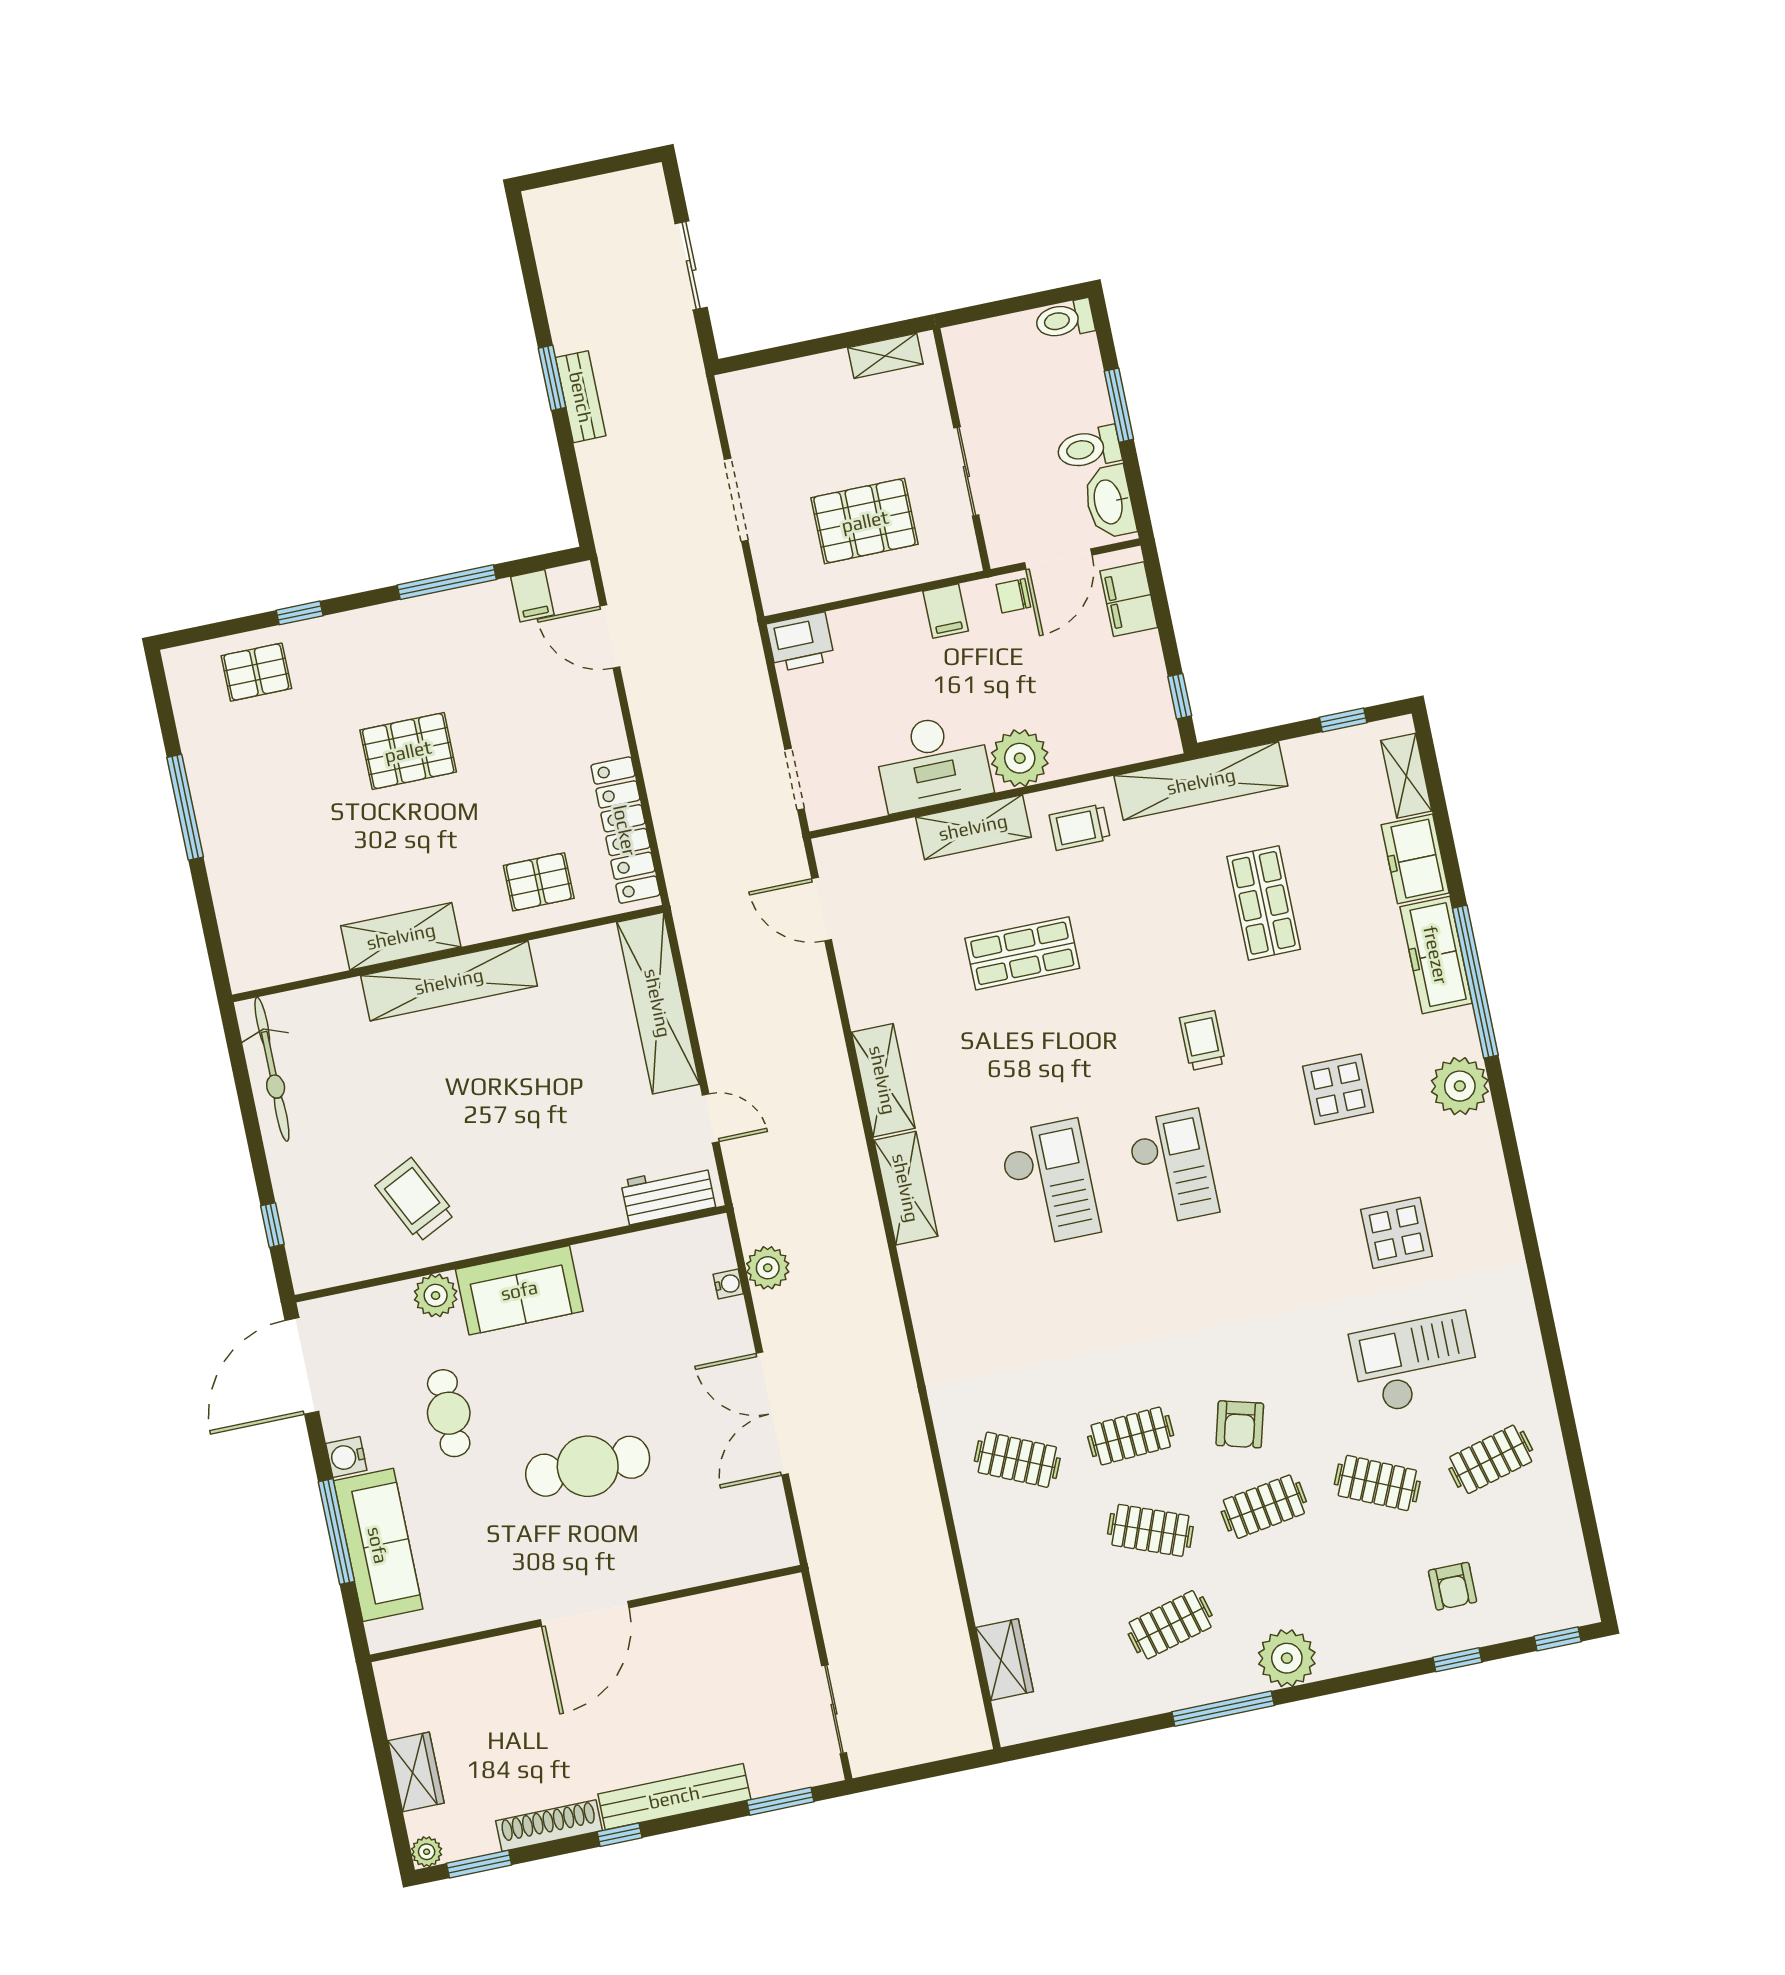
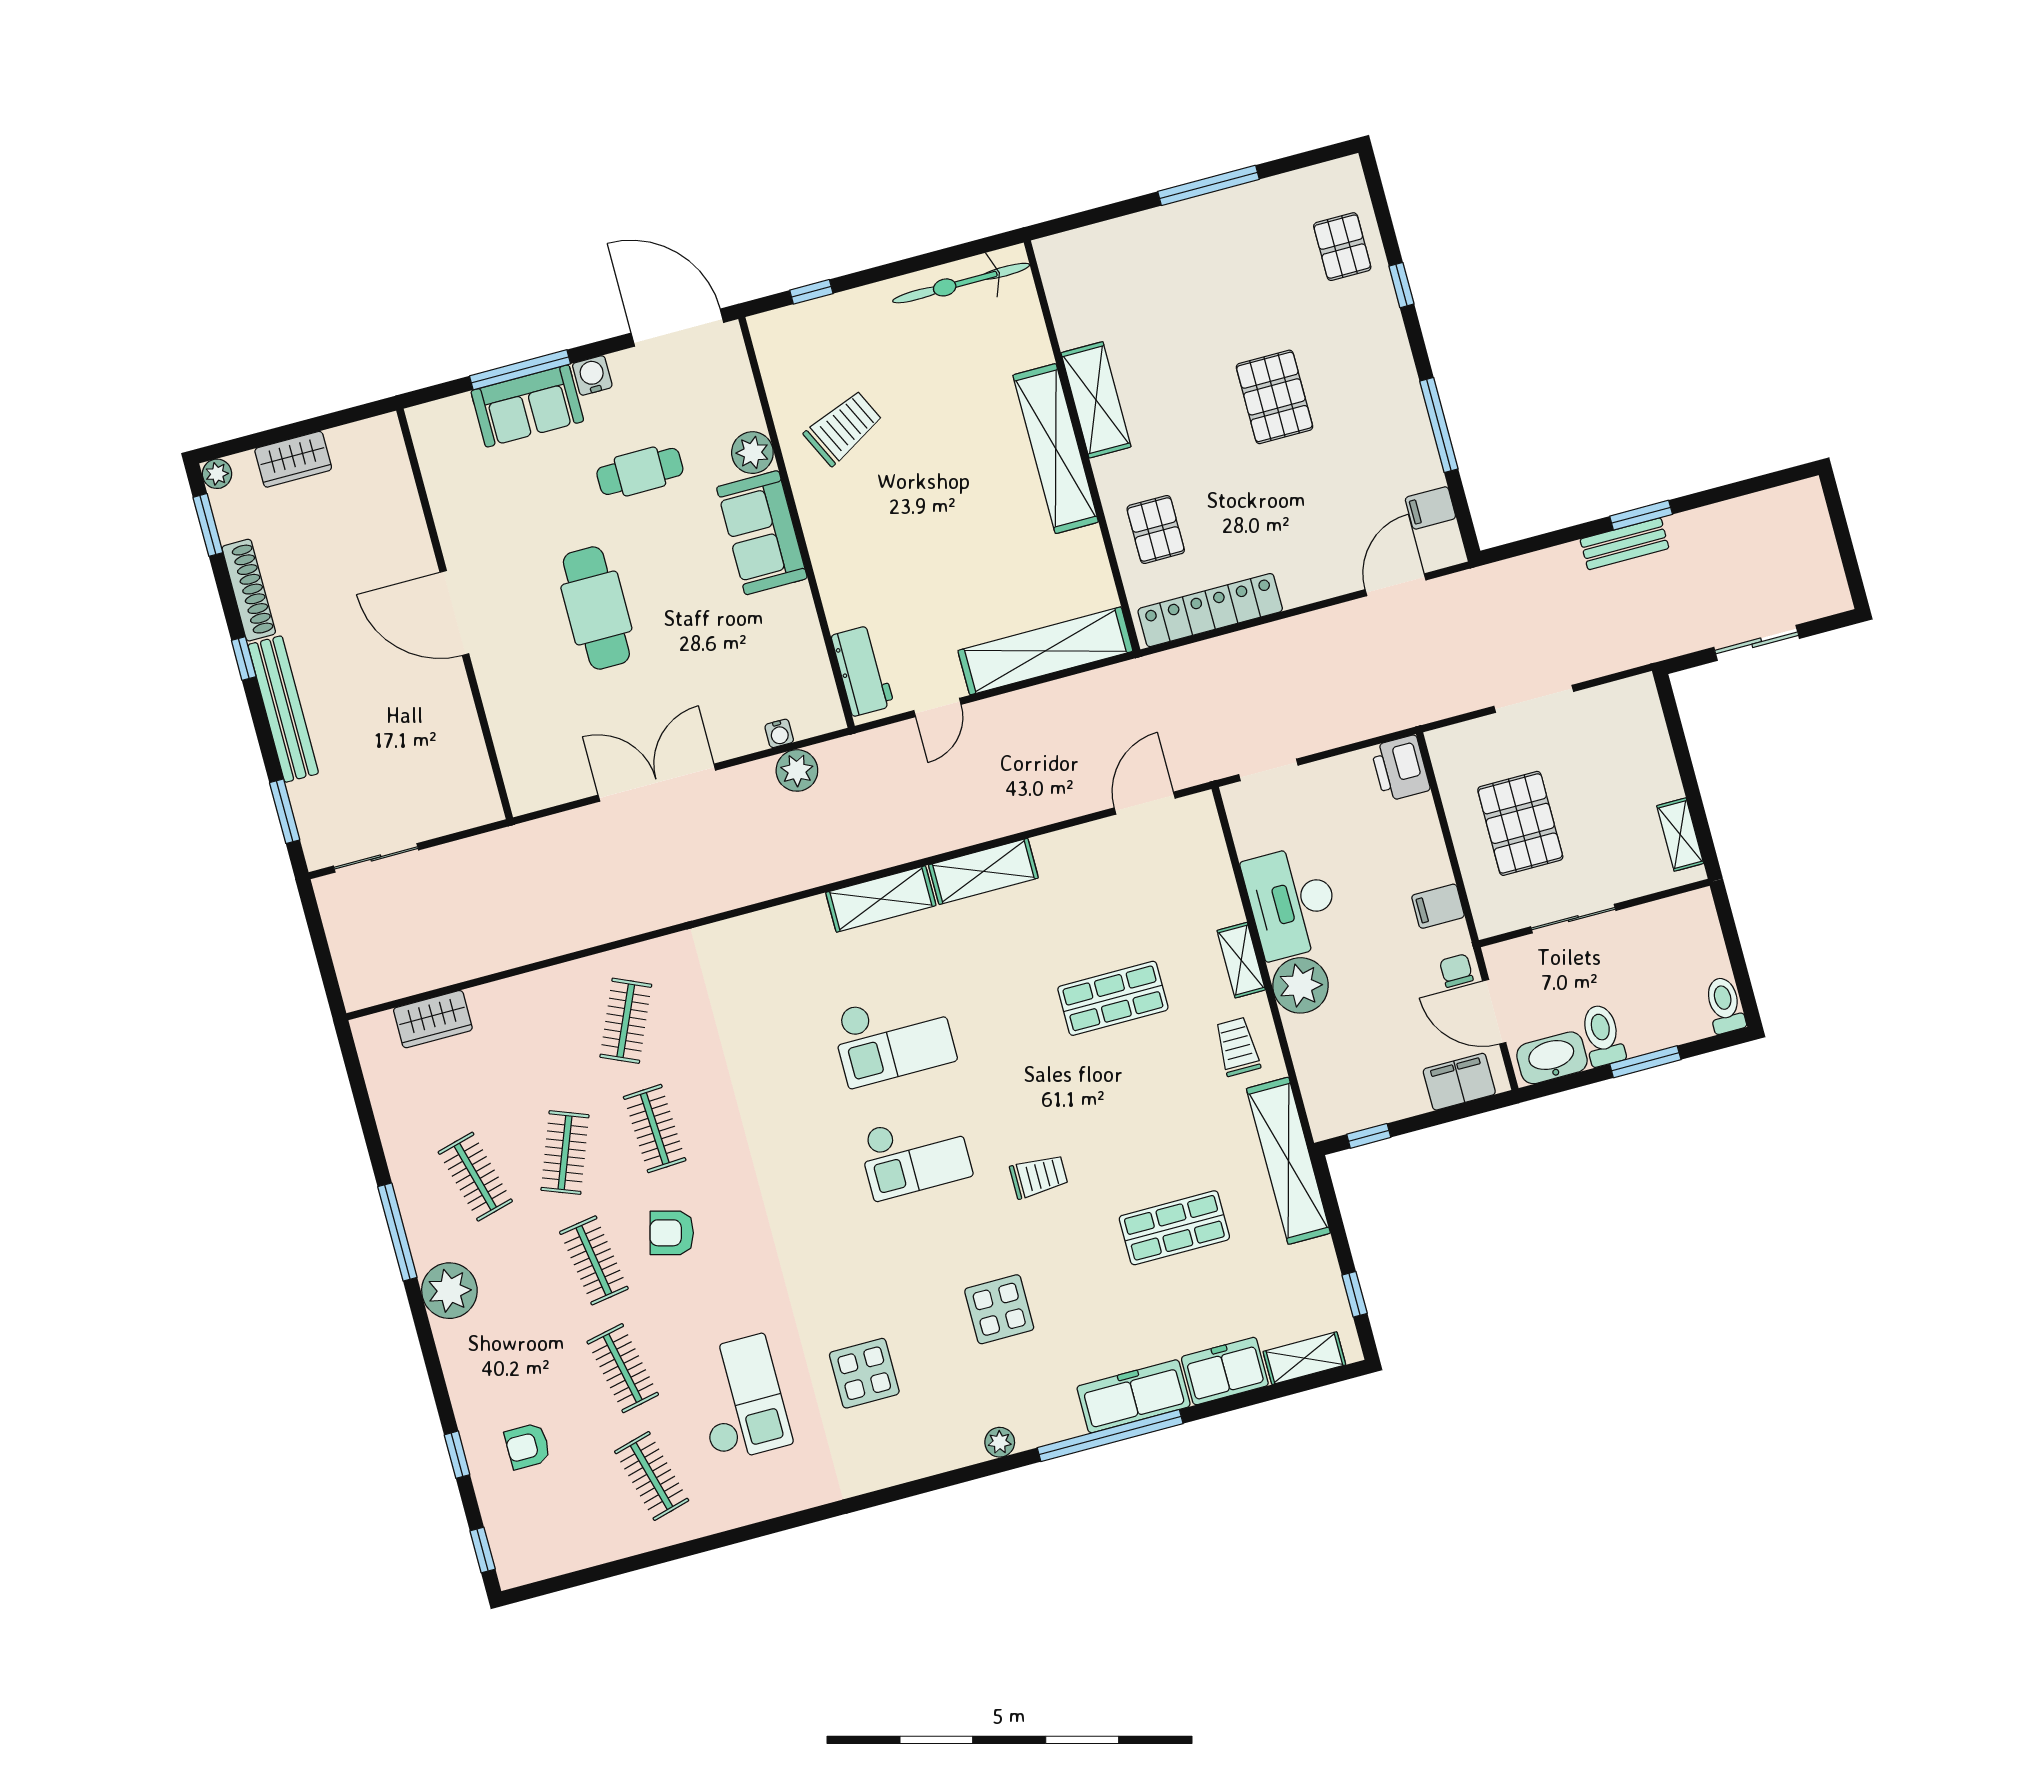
shelving: (973, 827) -> (1241, 960), width x0.67, depth x0.75
shop shelf: (1022, 953) -> (1113, 998), turned 90
plant: (1460, 1086) -> (1000, 1442), width x0.53, depth x0.53
clothes rail: (1377, 1483) -> (623, 1368), turned -36
sofa: (378, 1545) -> (527, 406), width x0.73

